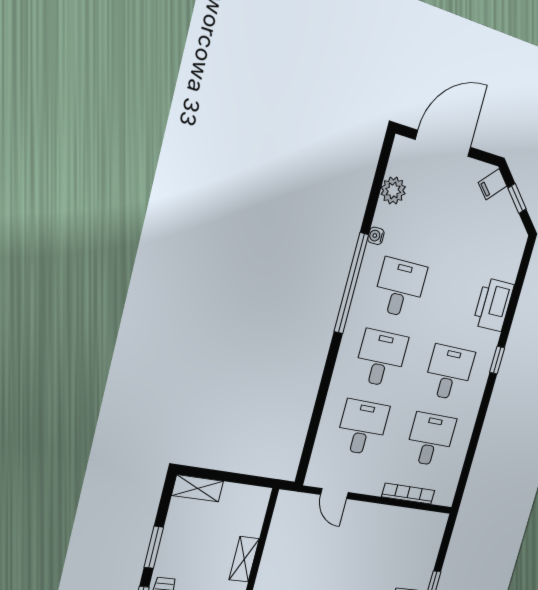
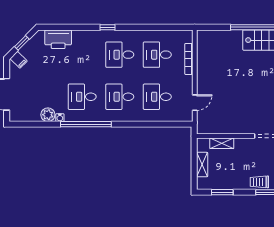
plant: (393, 191) -> (48, 115), moved
printer: (493, 305) -> (58, 39), moved
shelving: (198, 488) -> (202, 165), moved
window: (154, 547) -> (222, 192), moved
shelving: (244, 559) -> (222, 143), moved

